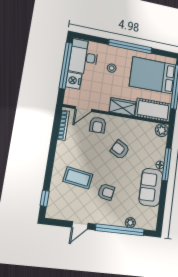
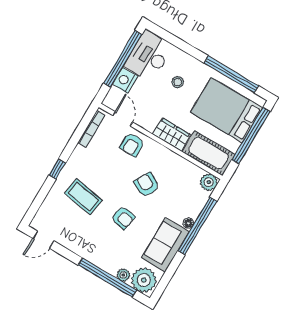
window: (130, 46) -> (231, 74), moved
door: (83, 109) -> (123, 119), swing flipped
window: (167, 164) -> (197, 226), width x1.46
armchair: (106, 192) -> (123, 218), moved
window: (45, 198) -> (57, 169), moved
plant: (146, 220) -> (144, 280), added
door: (80, 225) -> (43, 240), moved

